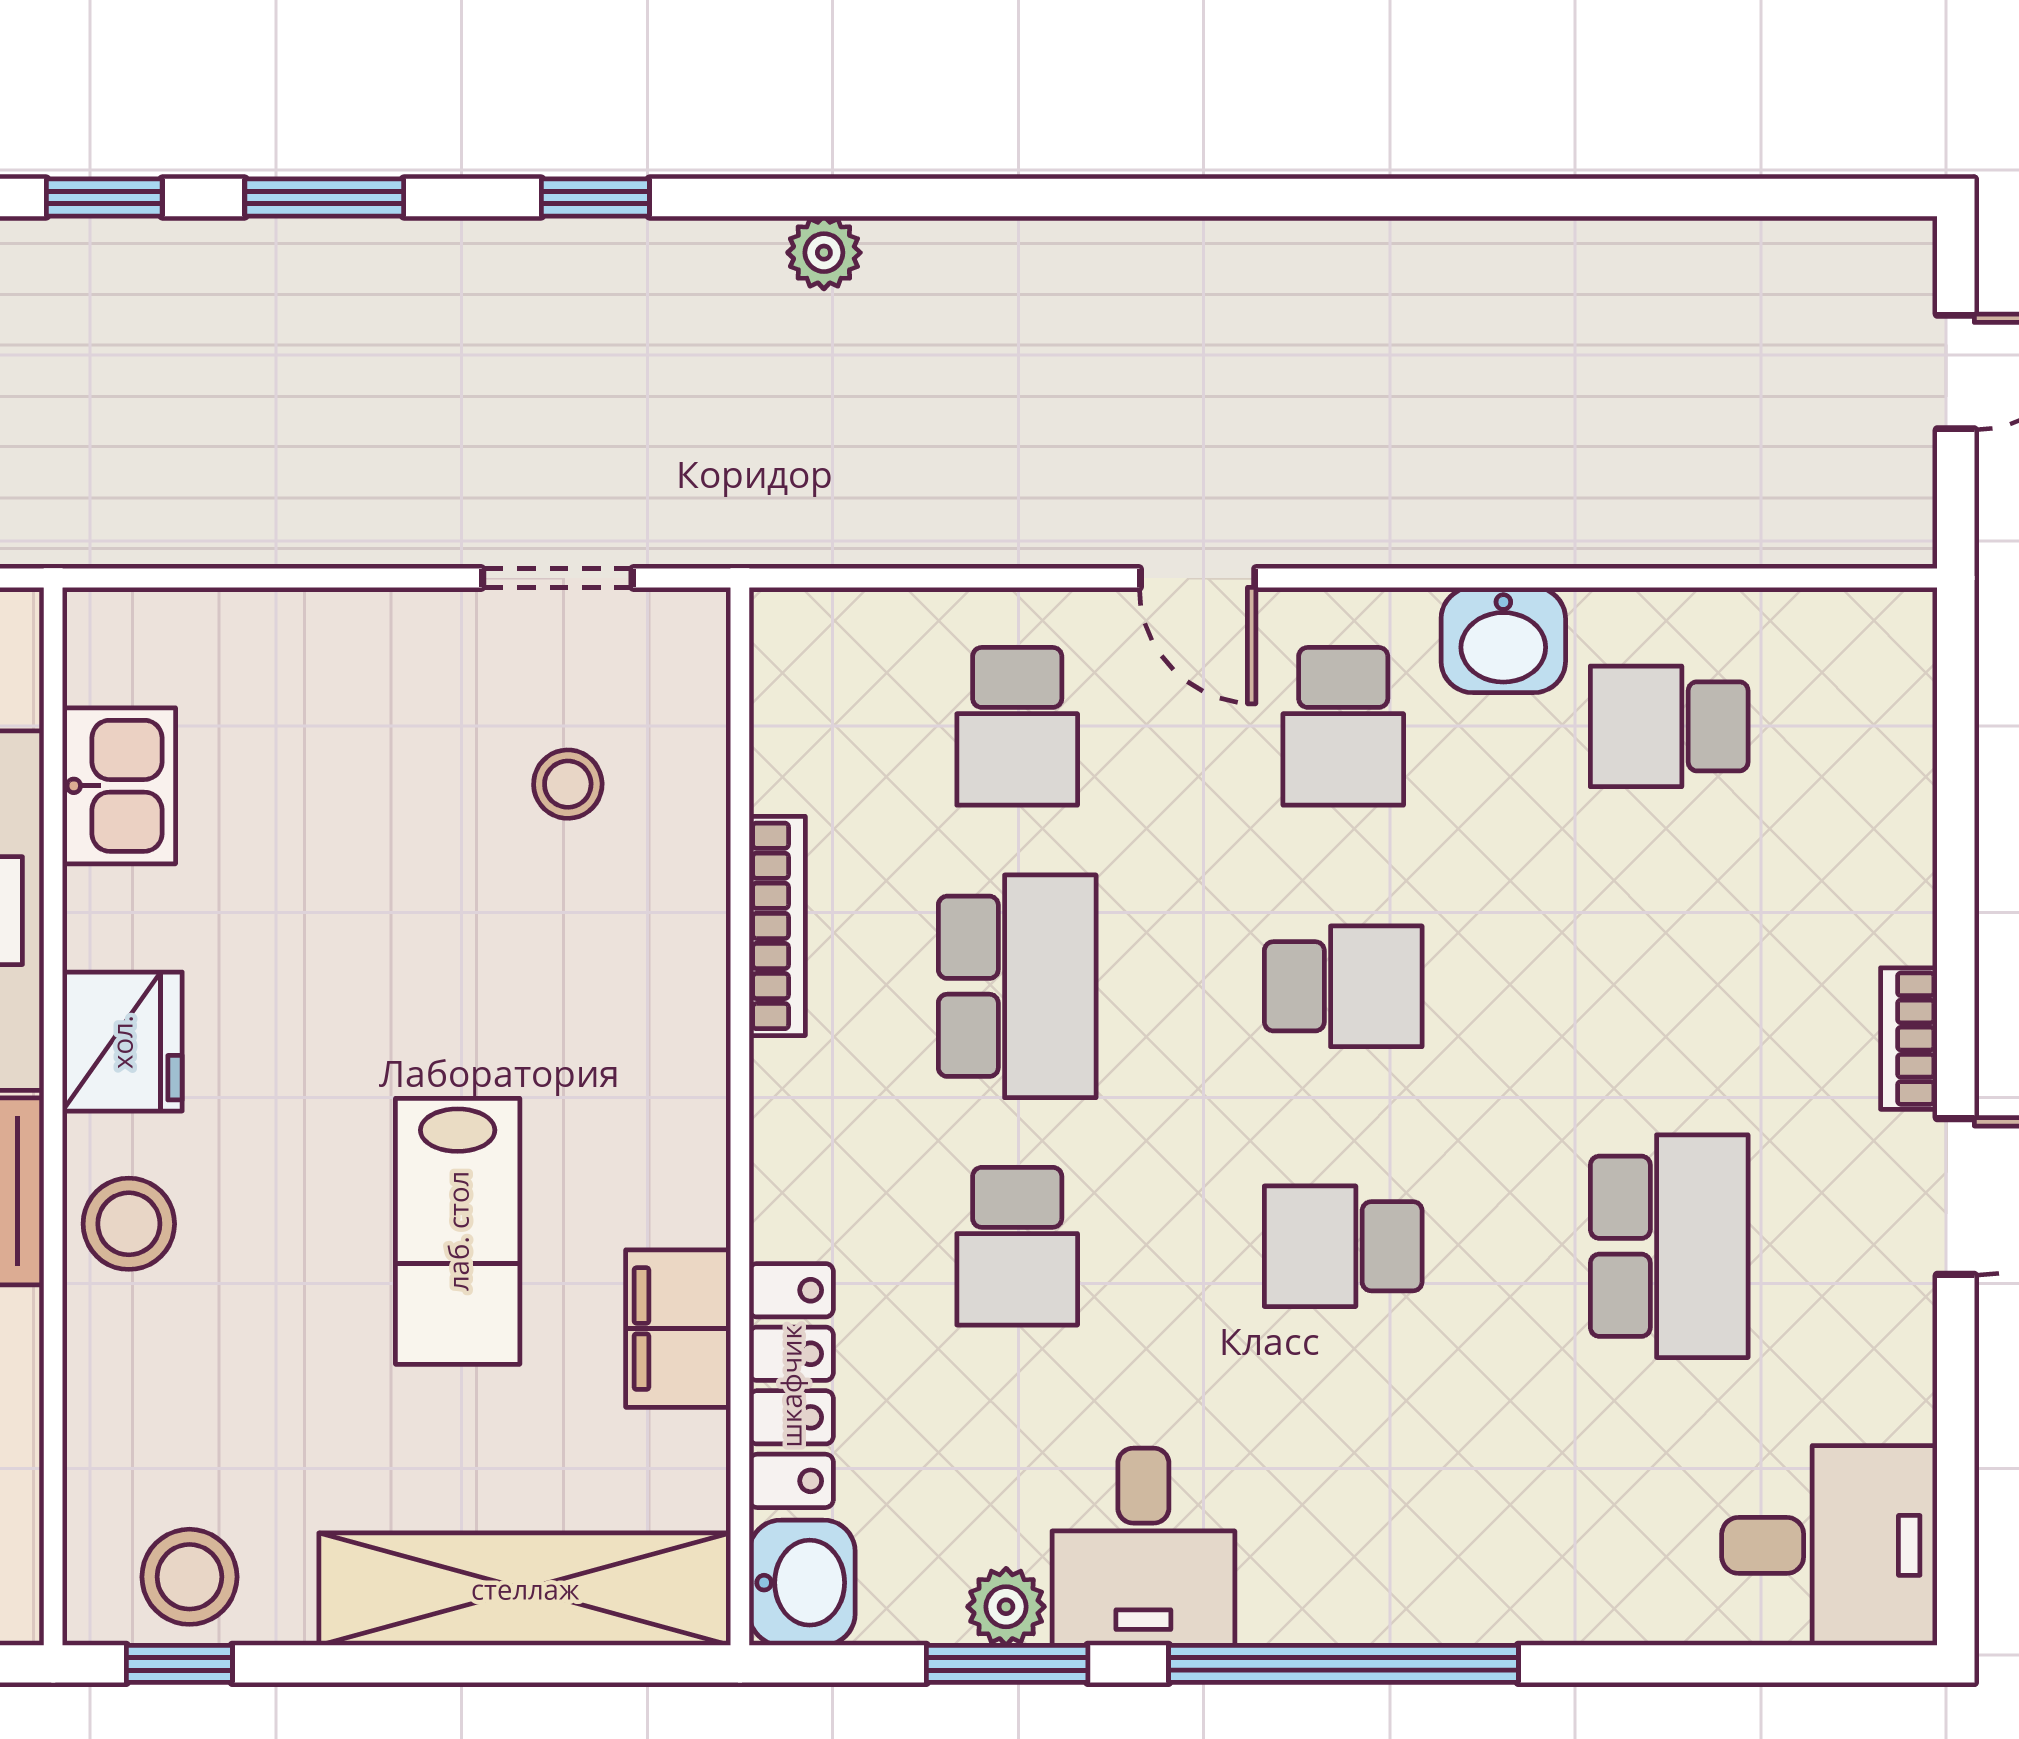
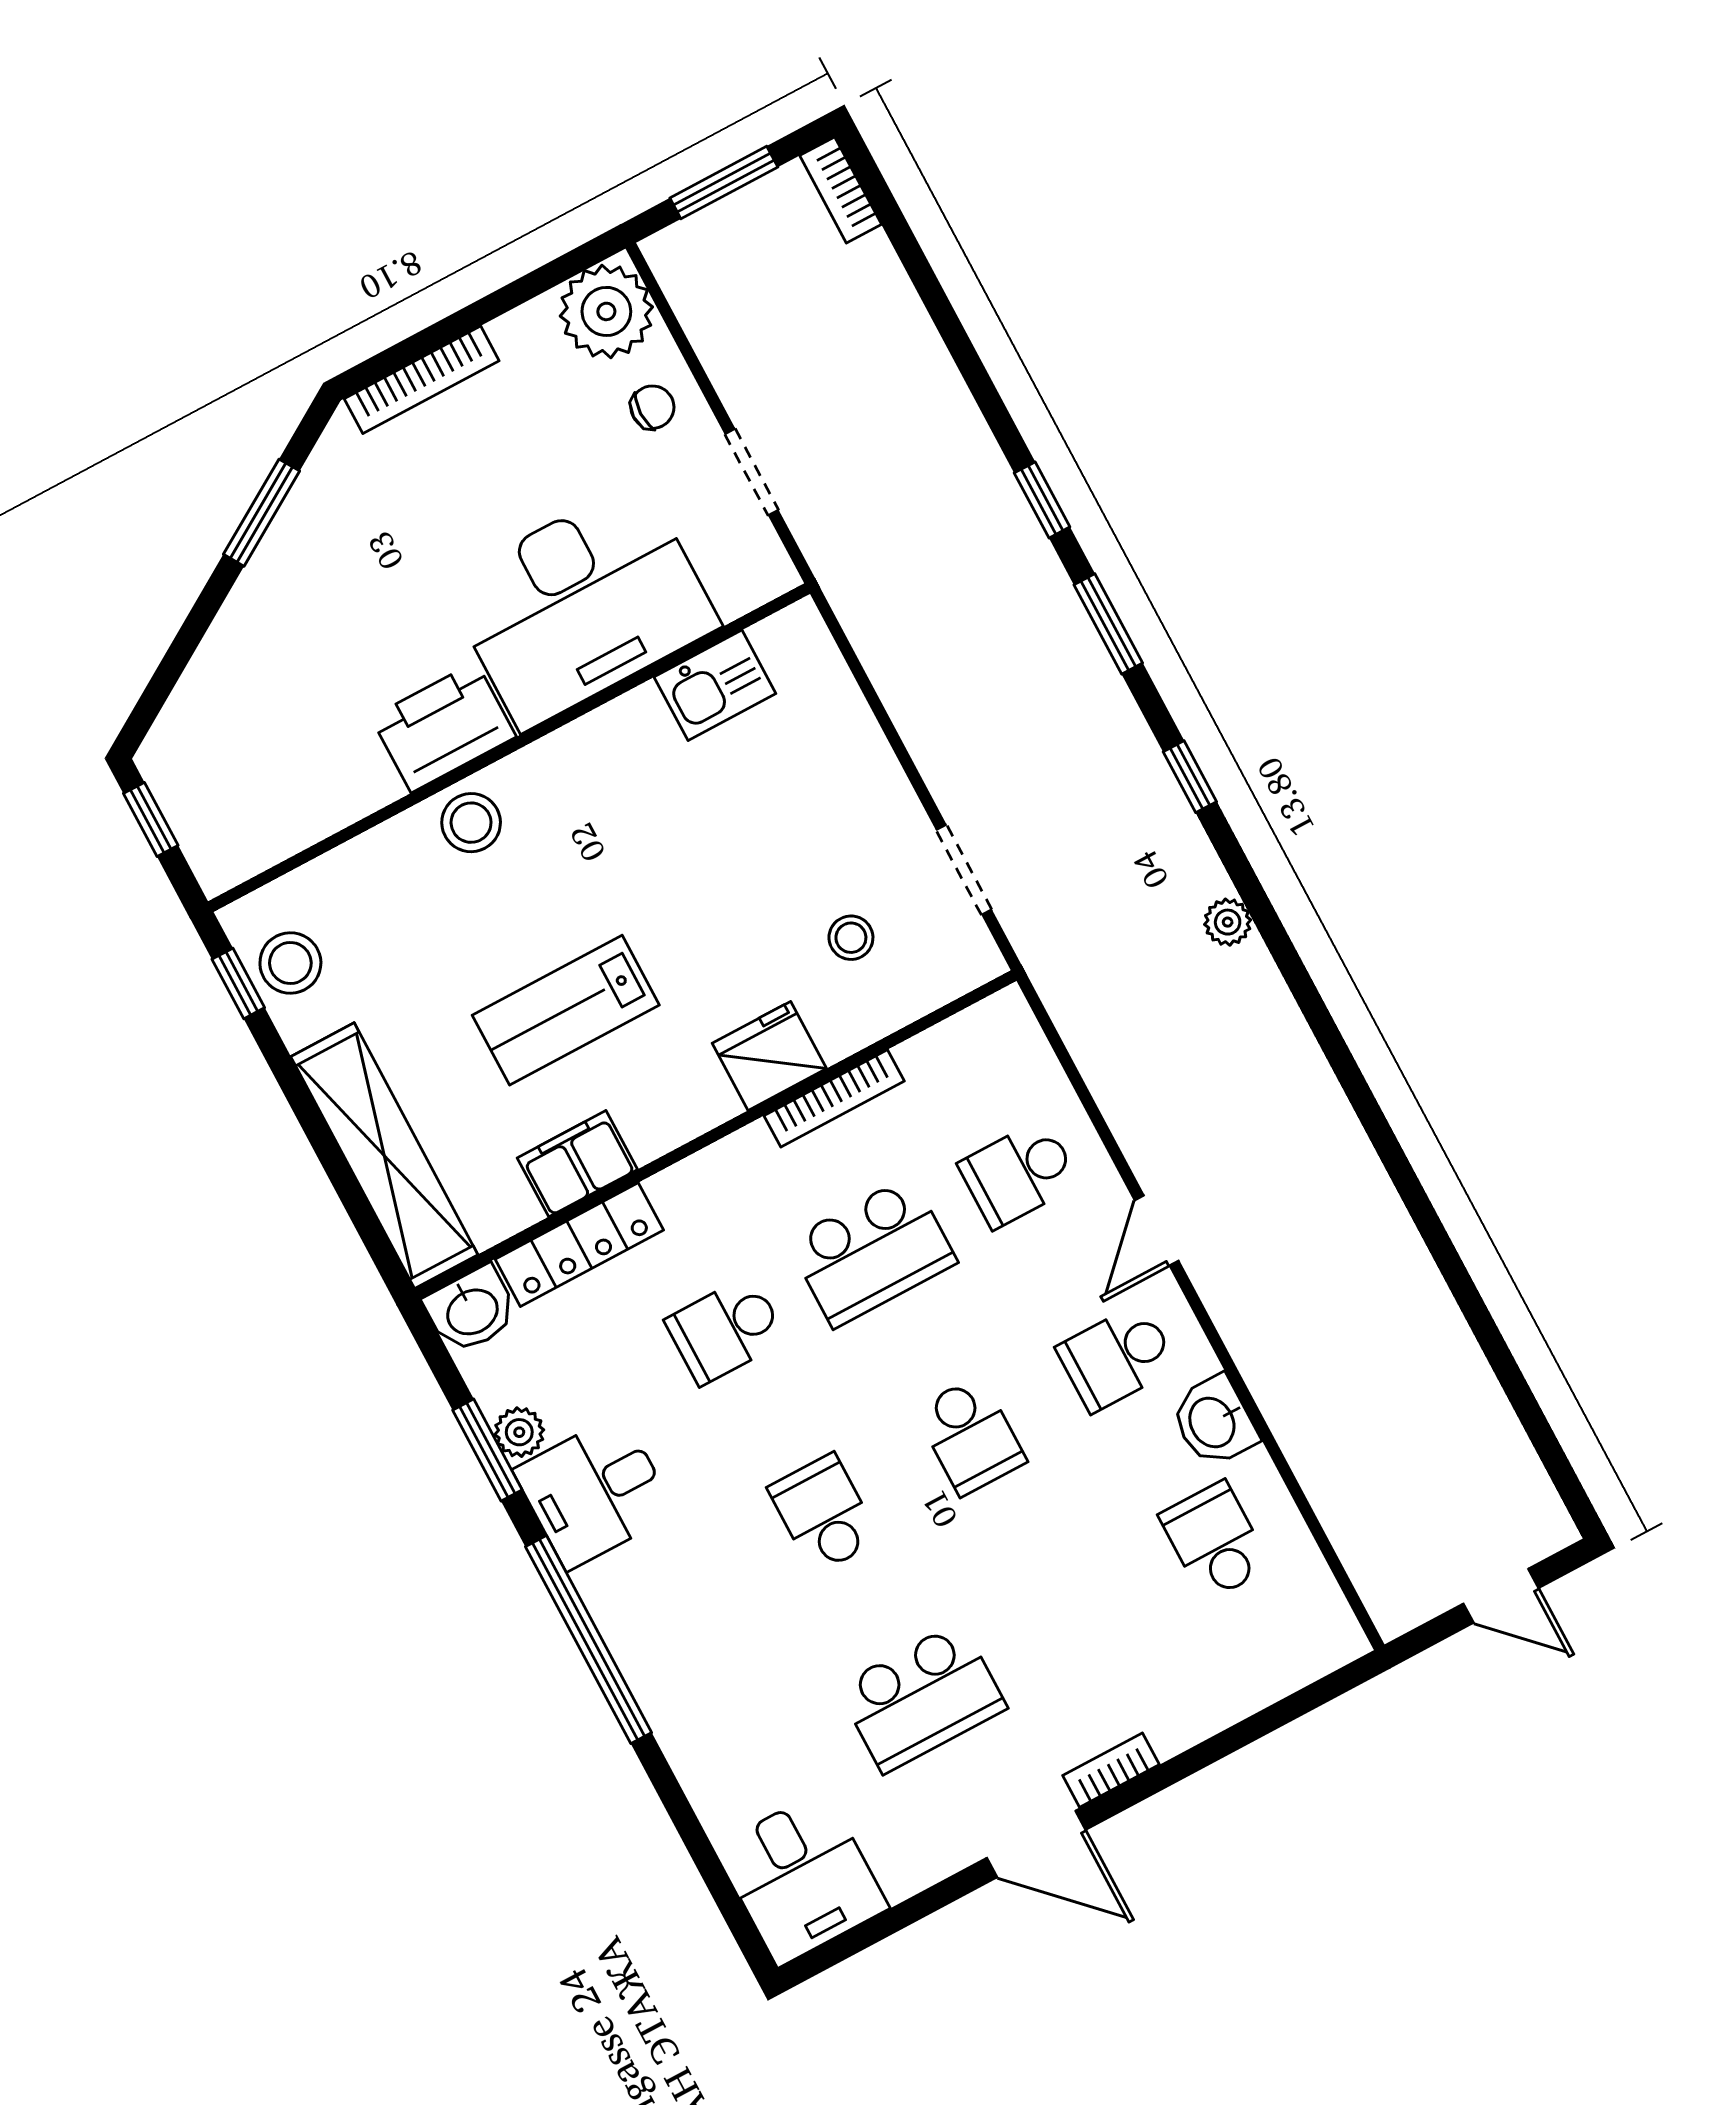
fridge: (122, 1042) -> (769, 1056), moved, turned 180

